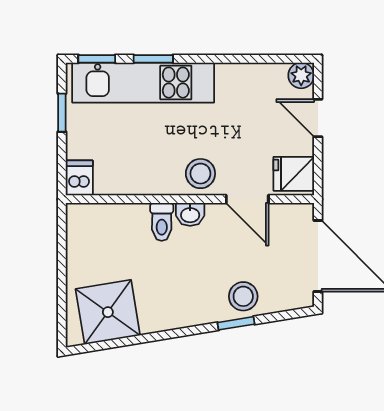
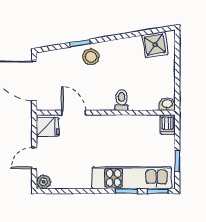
door: (318, 118) -> (34, 158), swing flipped
stool: (200, 174) -> (100, 127), removed
washbasin: (190, 214) -> (167, 104), moved
stool: (243, 296) -> (91, 57), moved
shower: (108, 312) -> (155, 45), width x0.73, depth x0.73

